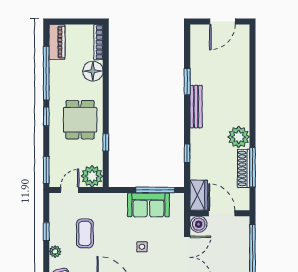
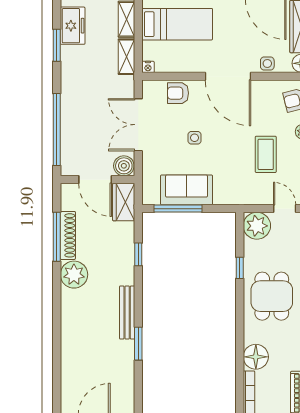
door: (70, 190) -> (285, 209), swing flipped

